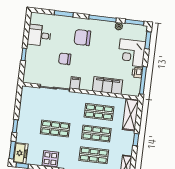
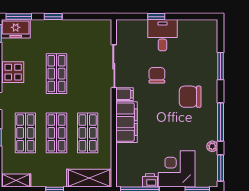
desk: (39, 35) -> (162, 35), moved
chair: (82, 38) -> (190, 97), turned -90
filing cabinet: (108, 85) -> (127, 122), moved

